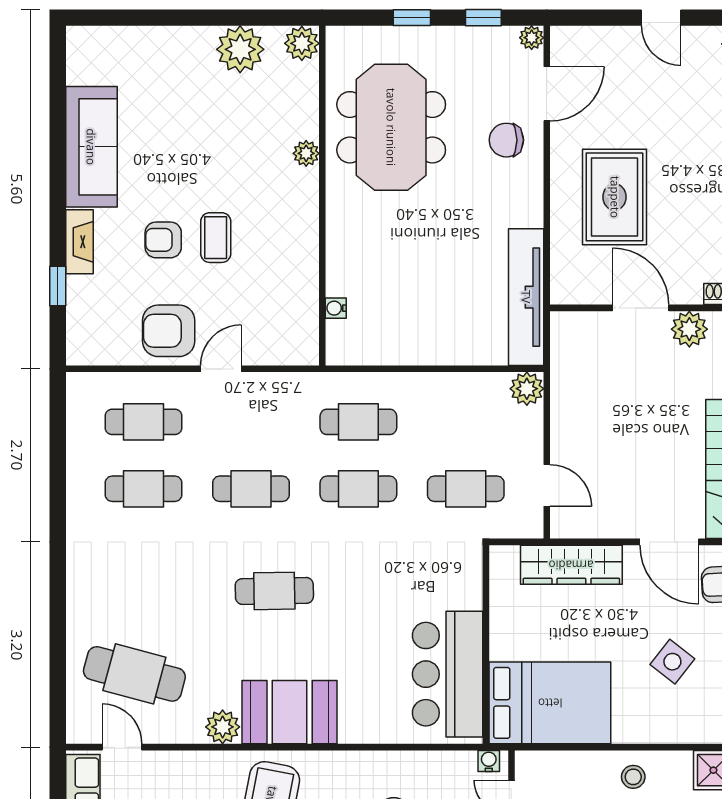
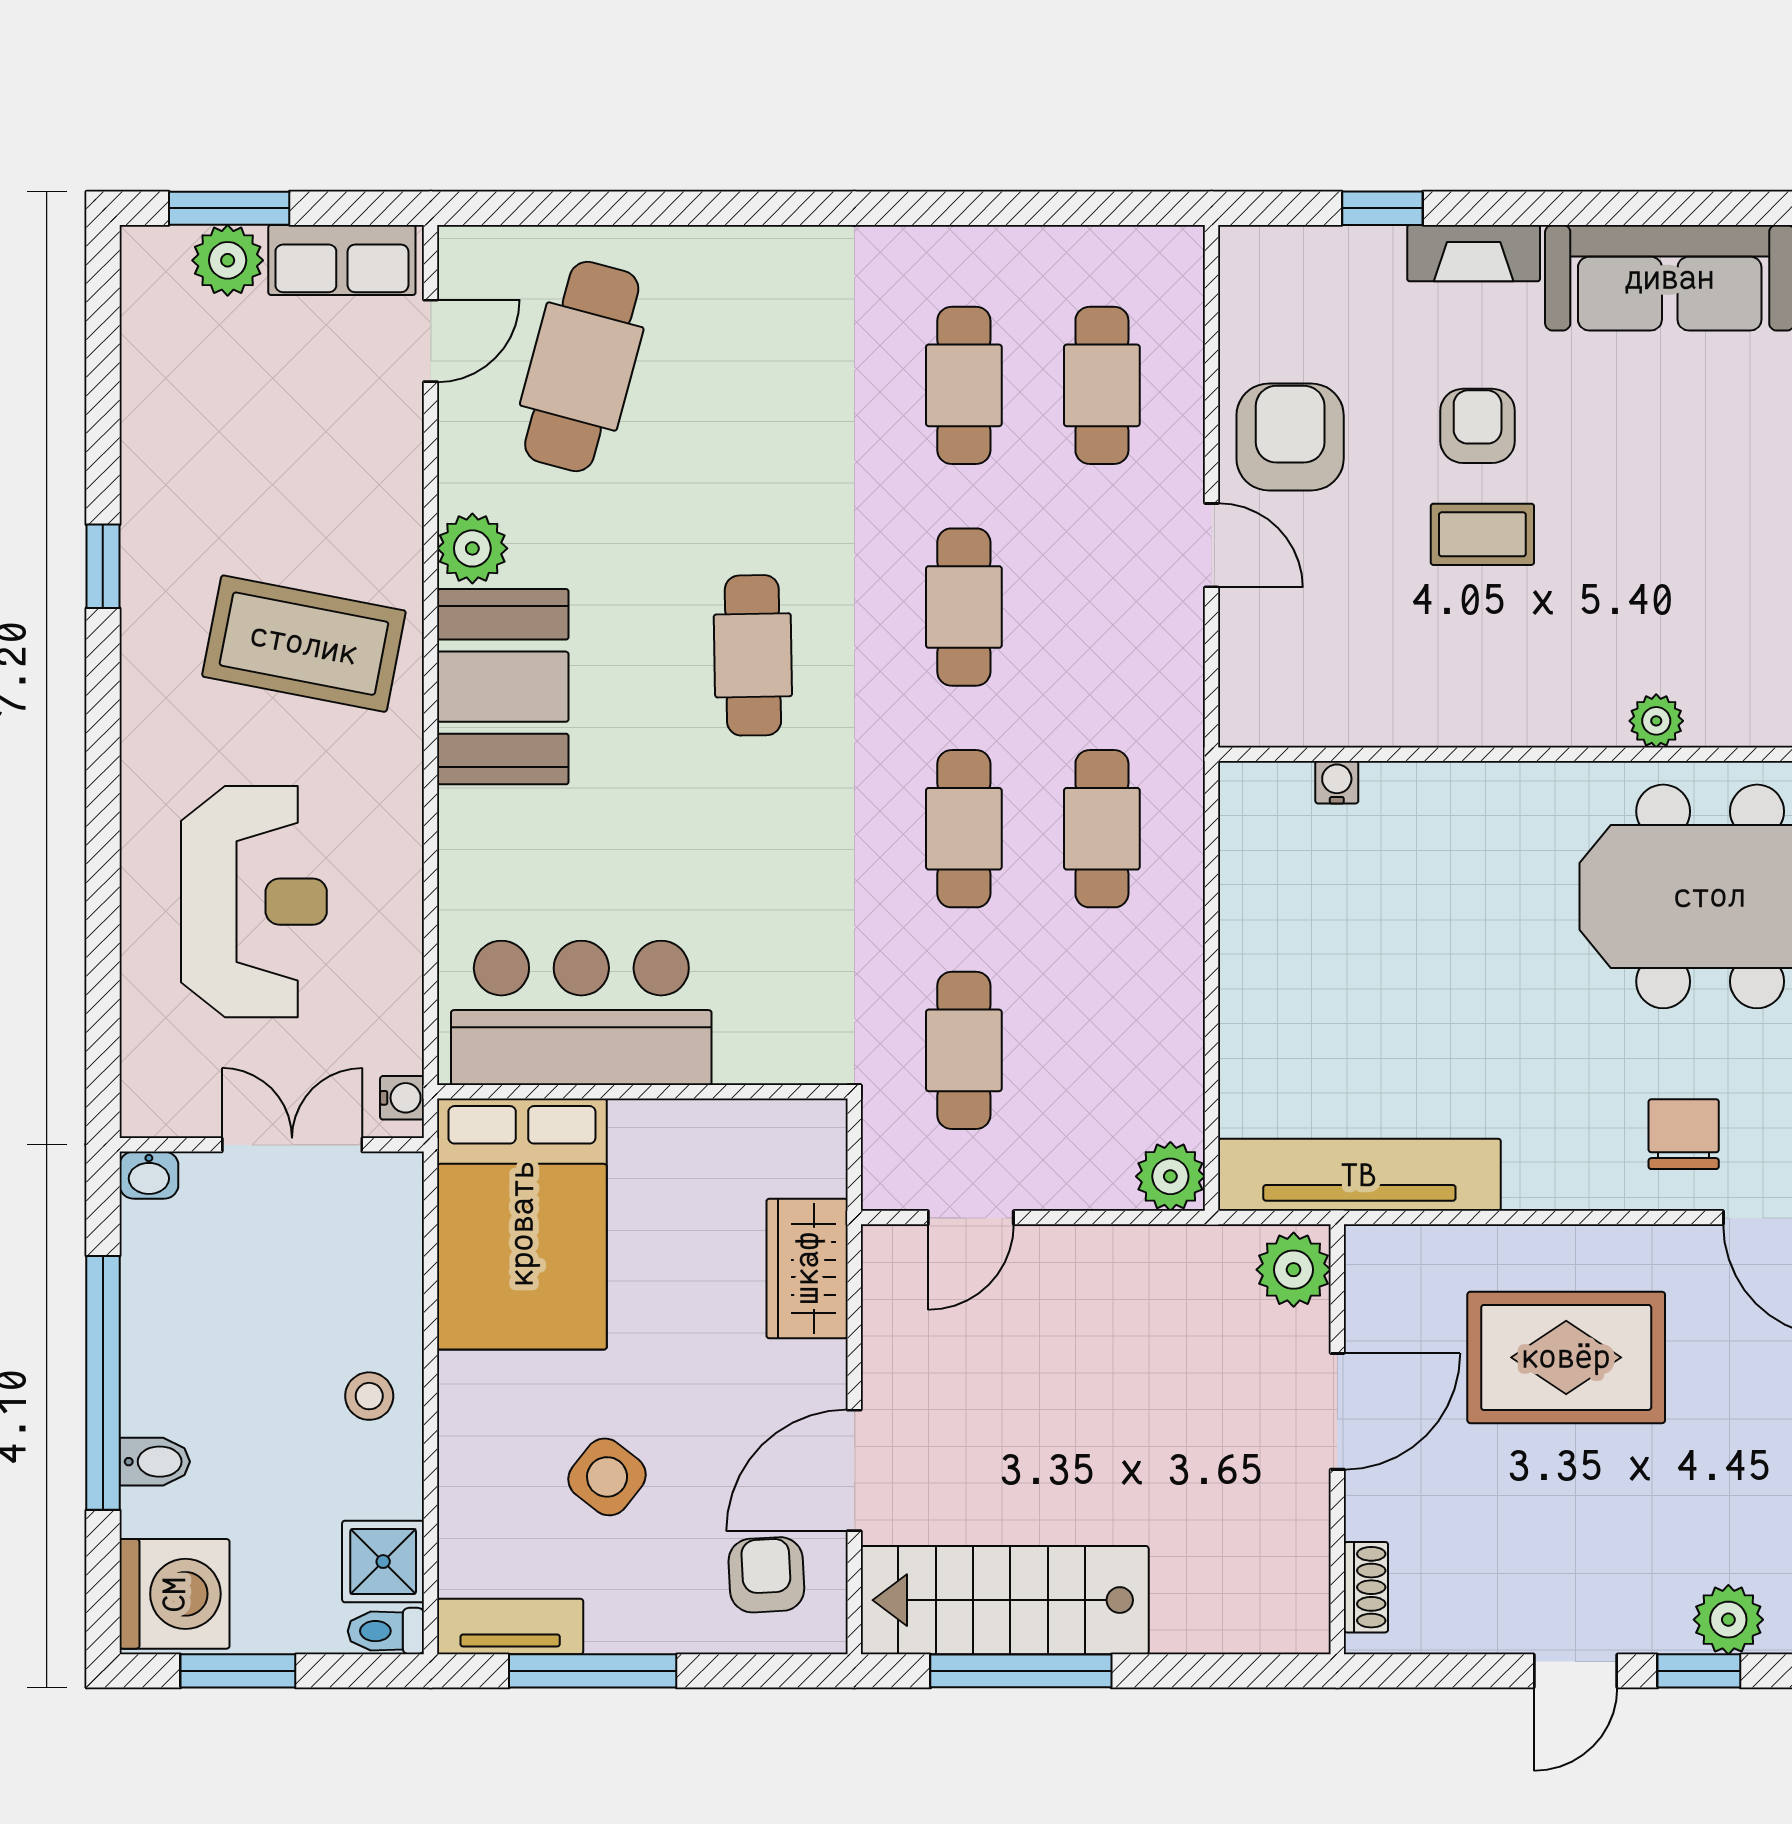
plant: (689, 329) -> (1294, 1270), moved
wardrobe: (571, 565) -> (807, 1268), width x0.67

